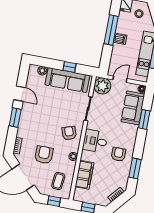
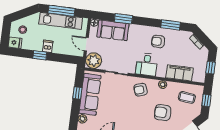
window: (111, 30) -> (40, 55), width x0.46

